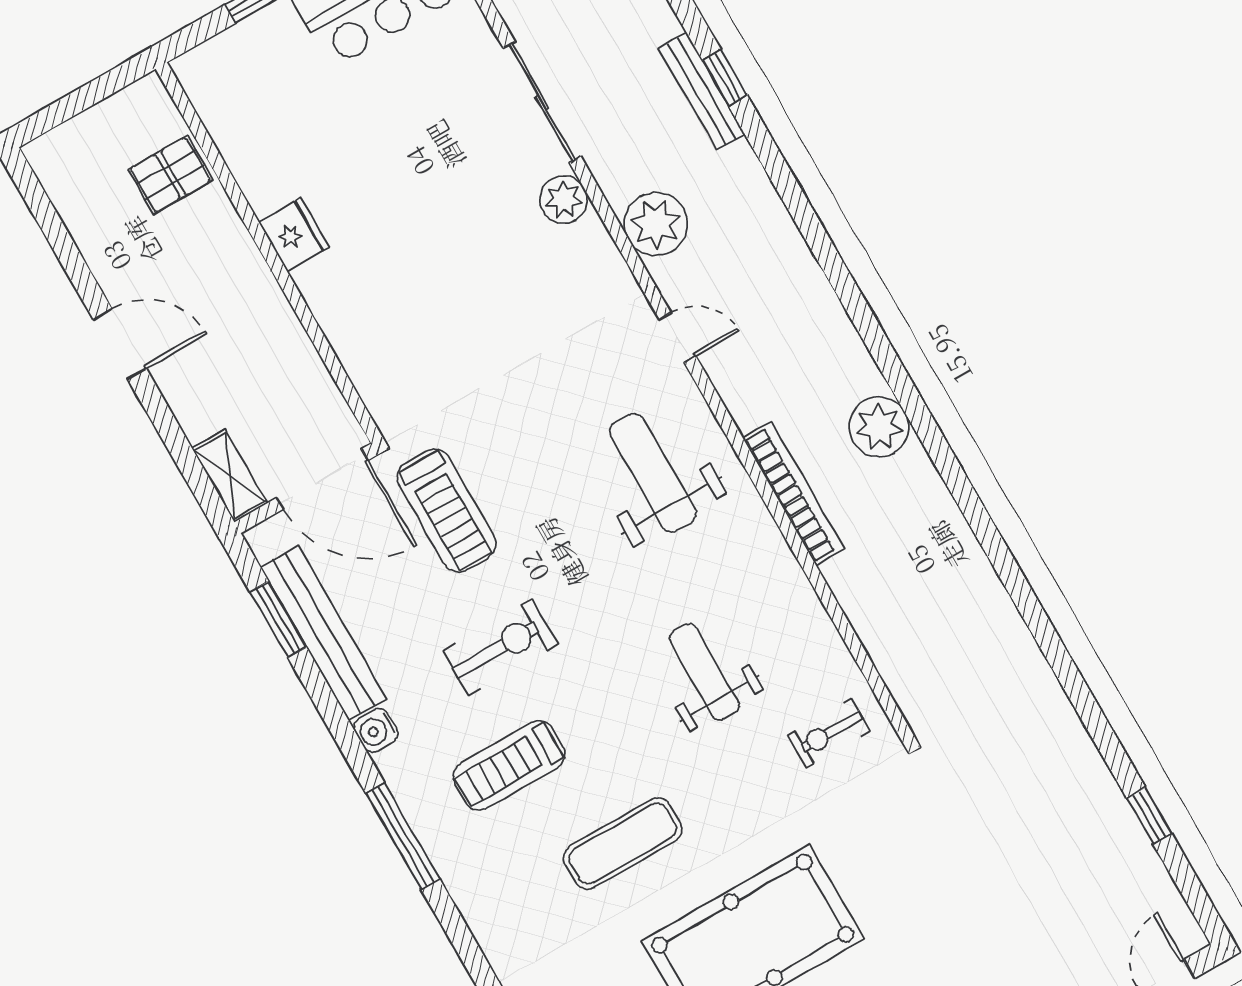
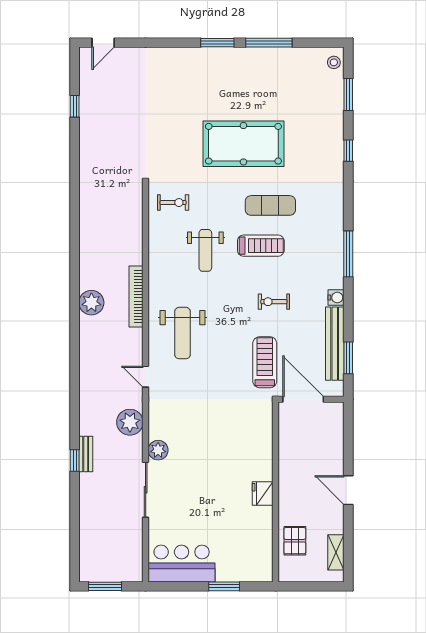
bench: (702, 91) -> (86, 454), width x0.73
pallet: (170, 175) -> (295, 541), turned 90
shelving: (230, 476) -> (336, 552), moved
exercise bike: (500, 647) -> (274, 302), width x0.73, depth x0.72
treadmill: (509, 765) -> (261, 246), moved

